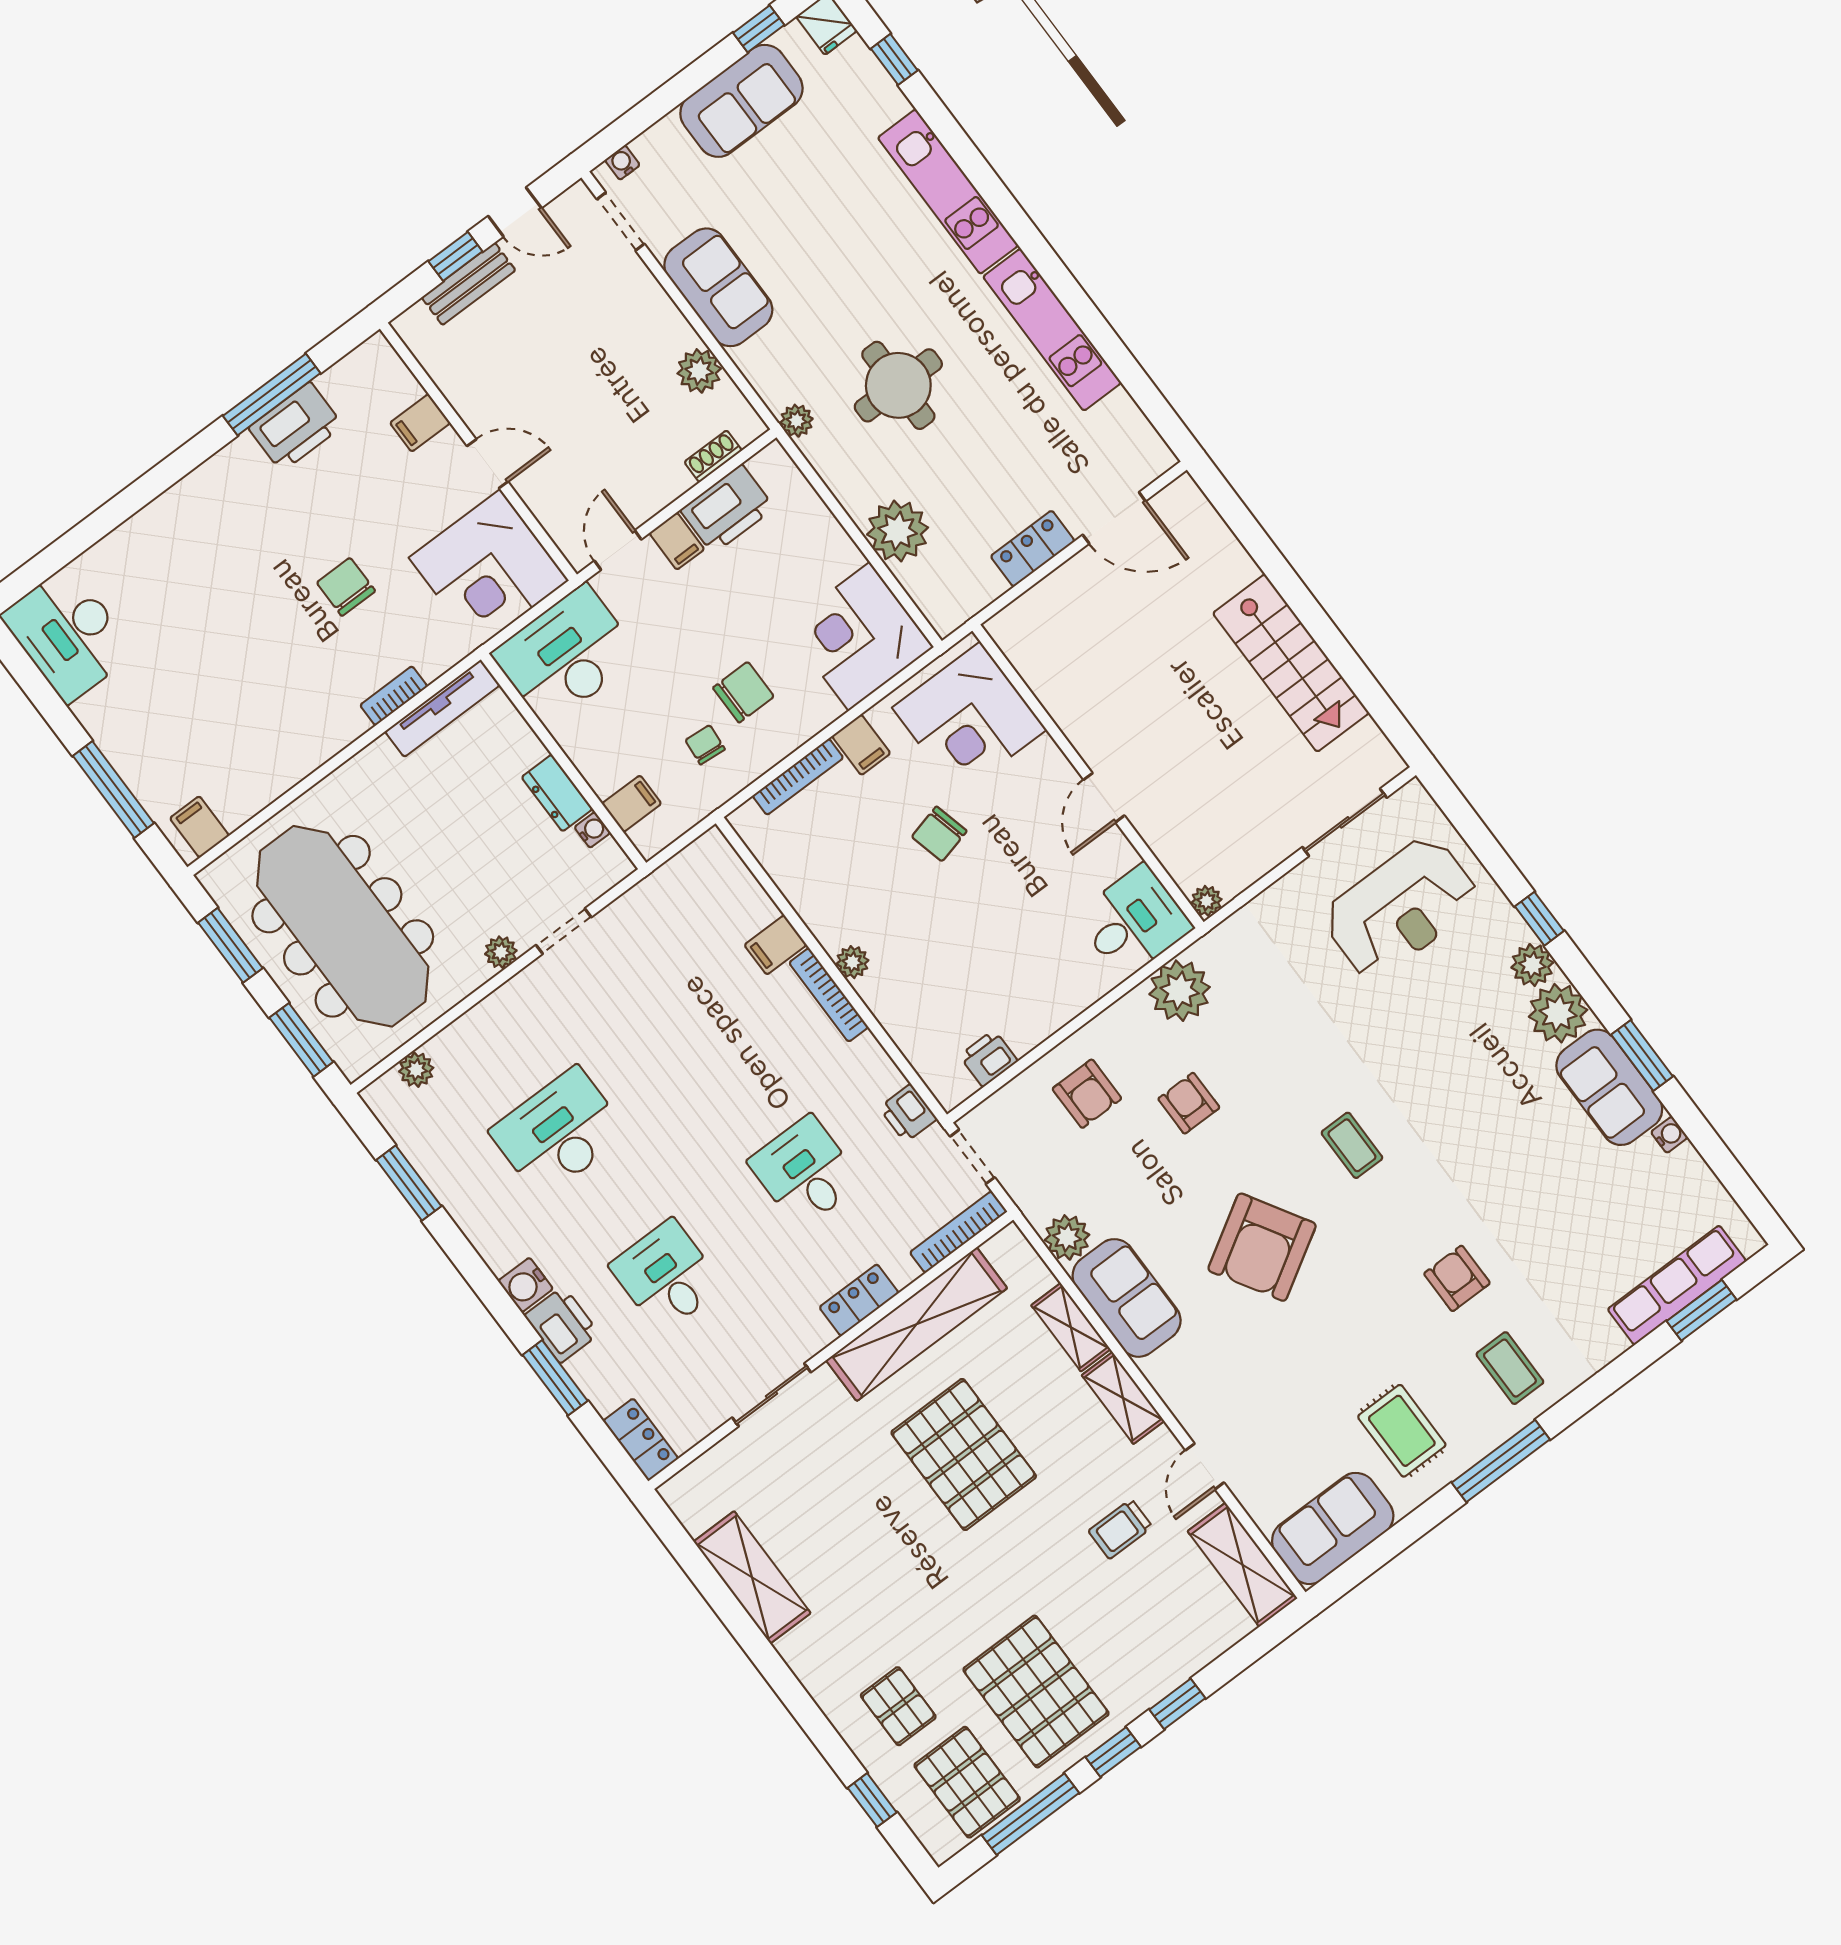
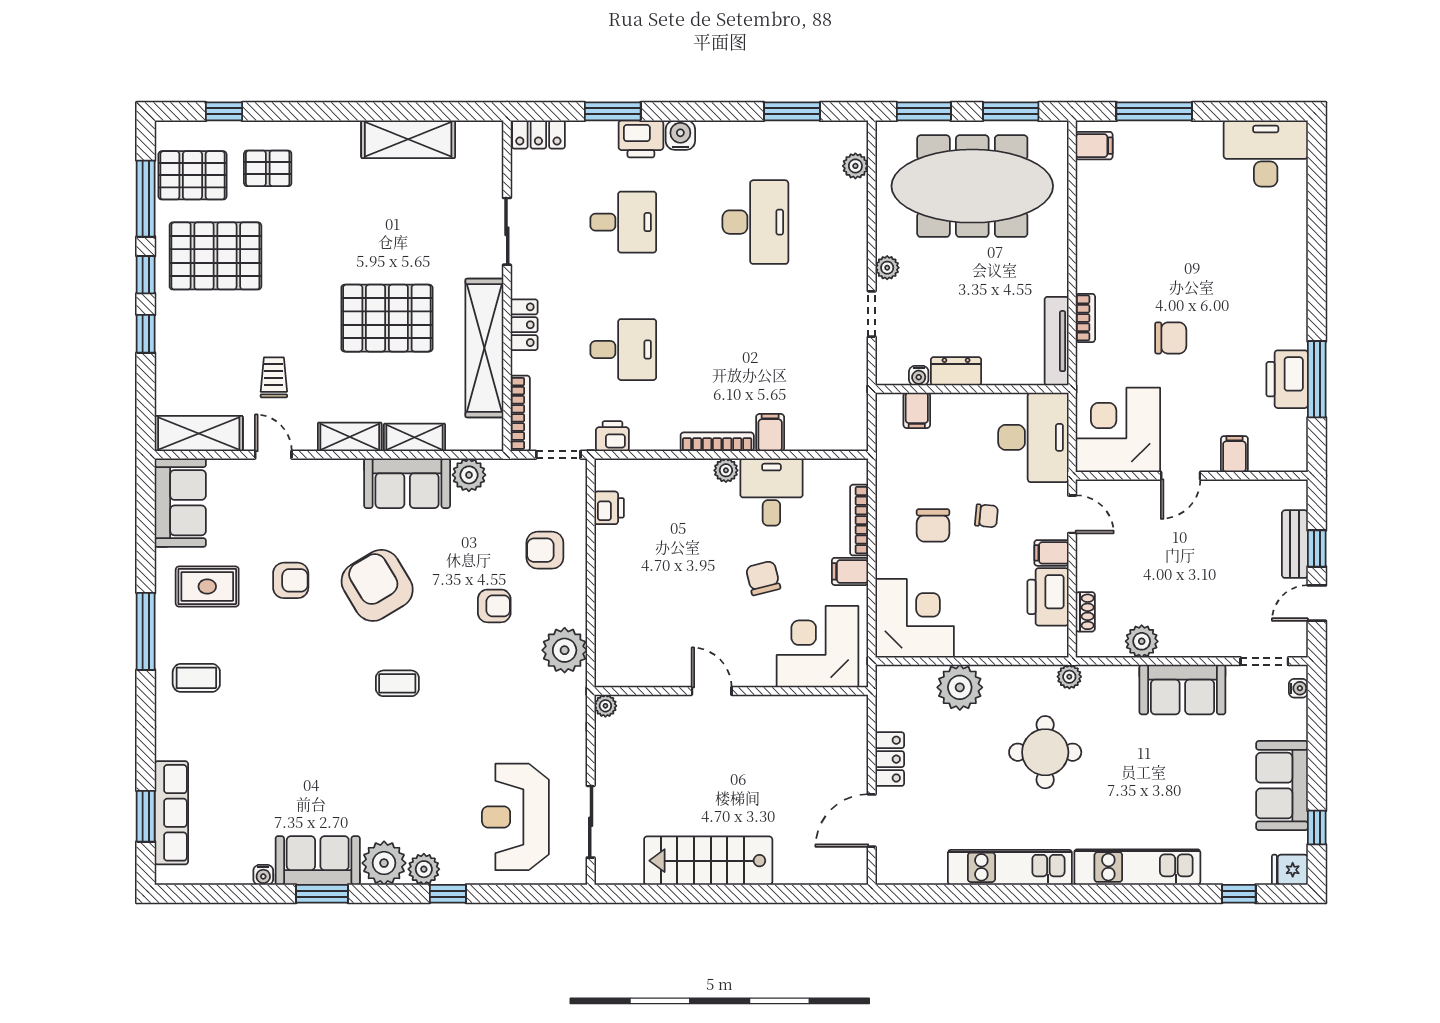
chair: (705, 745) -> (986, 516), moved
desk: (1134, 922) -> (771, 492), moved, turned 180
armchair: (1457, 1278) -> (291, 580), moved

